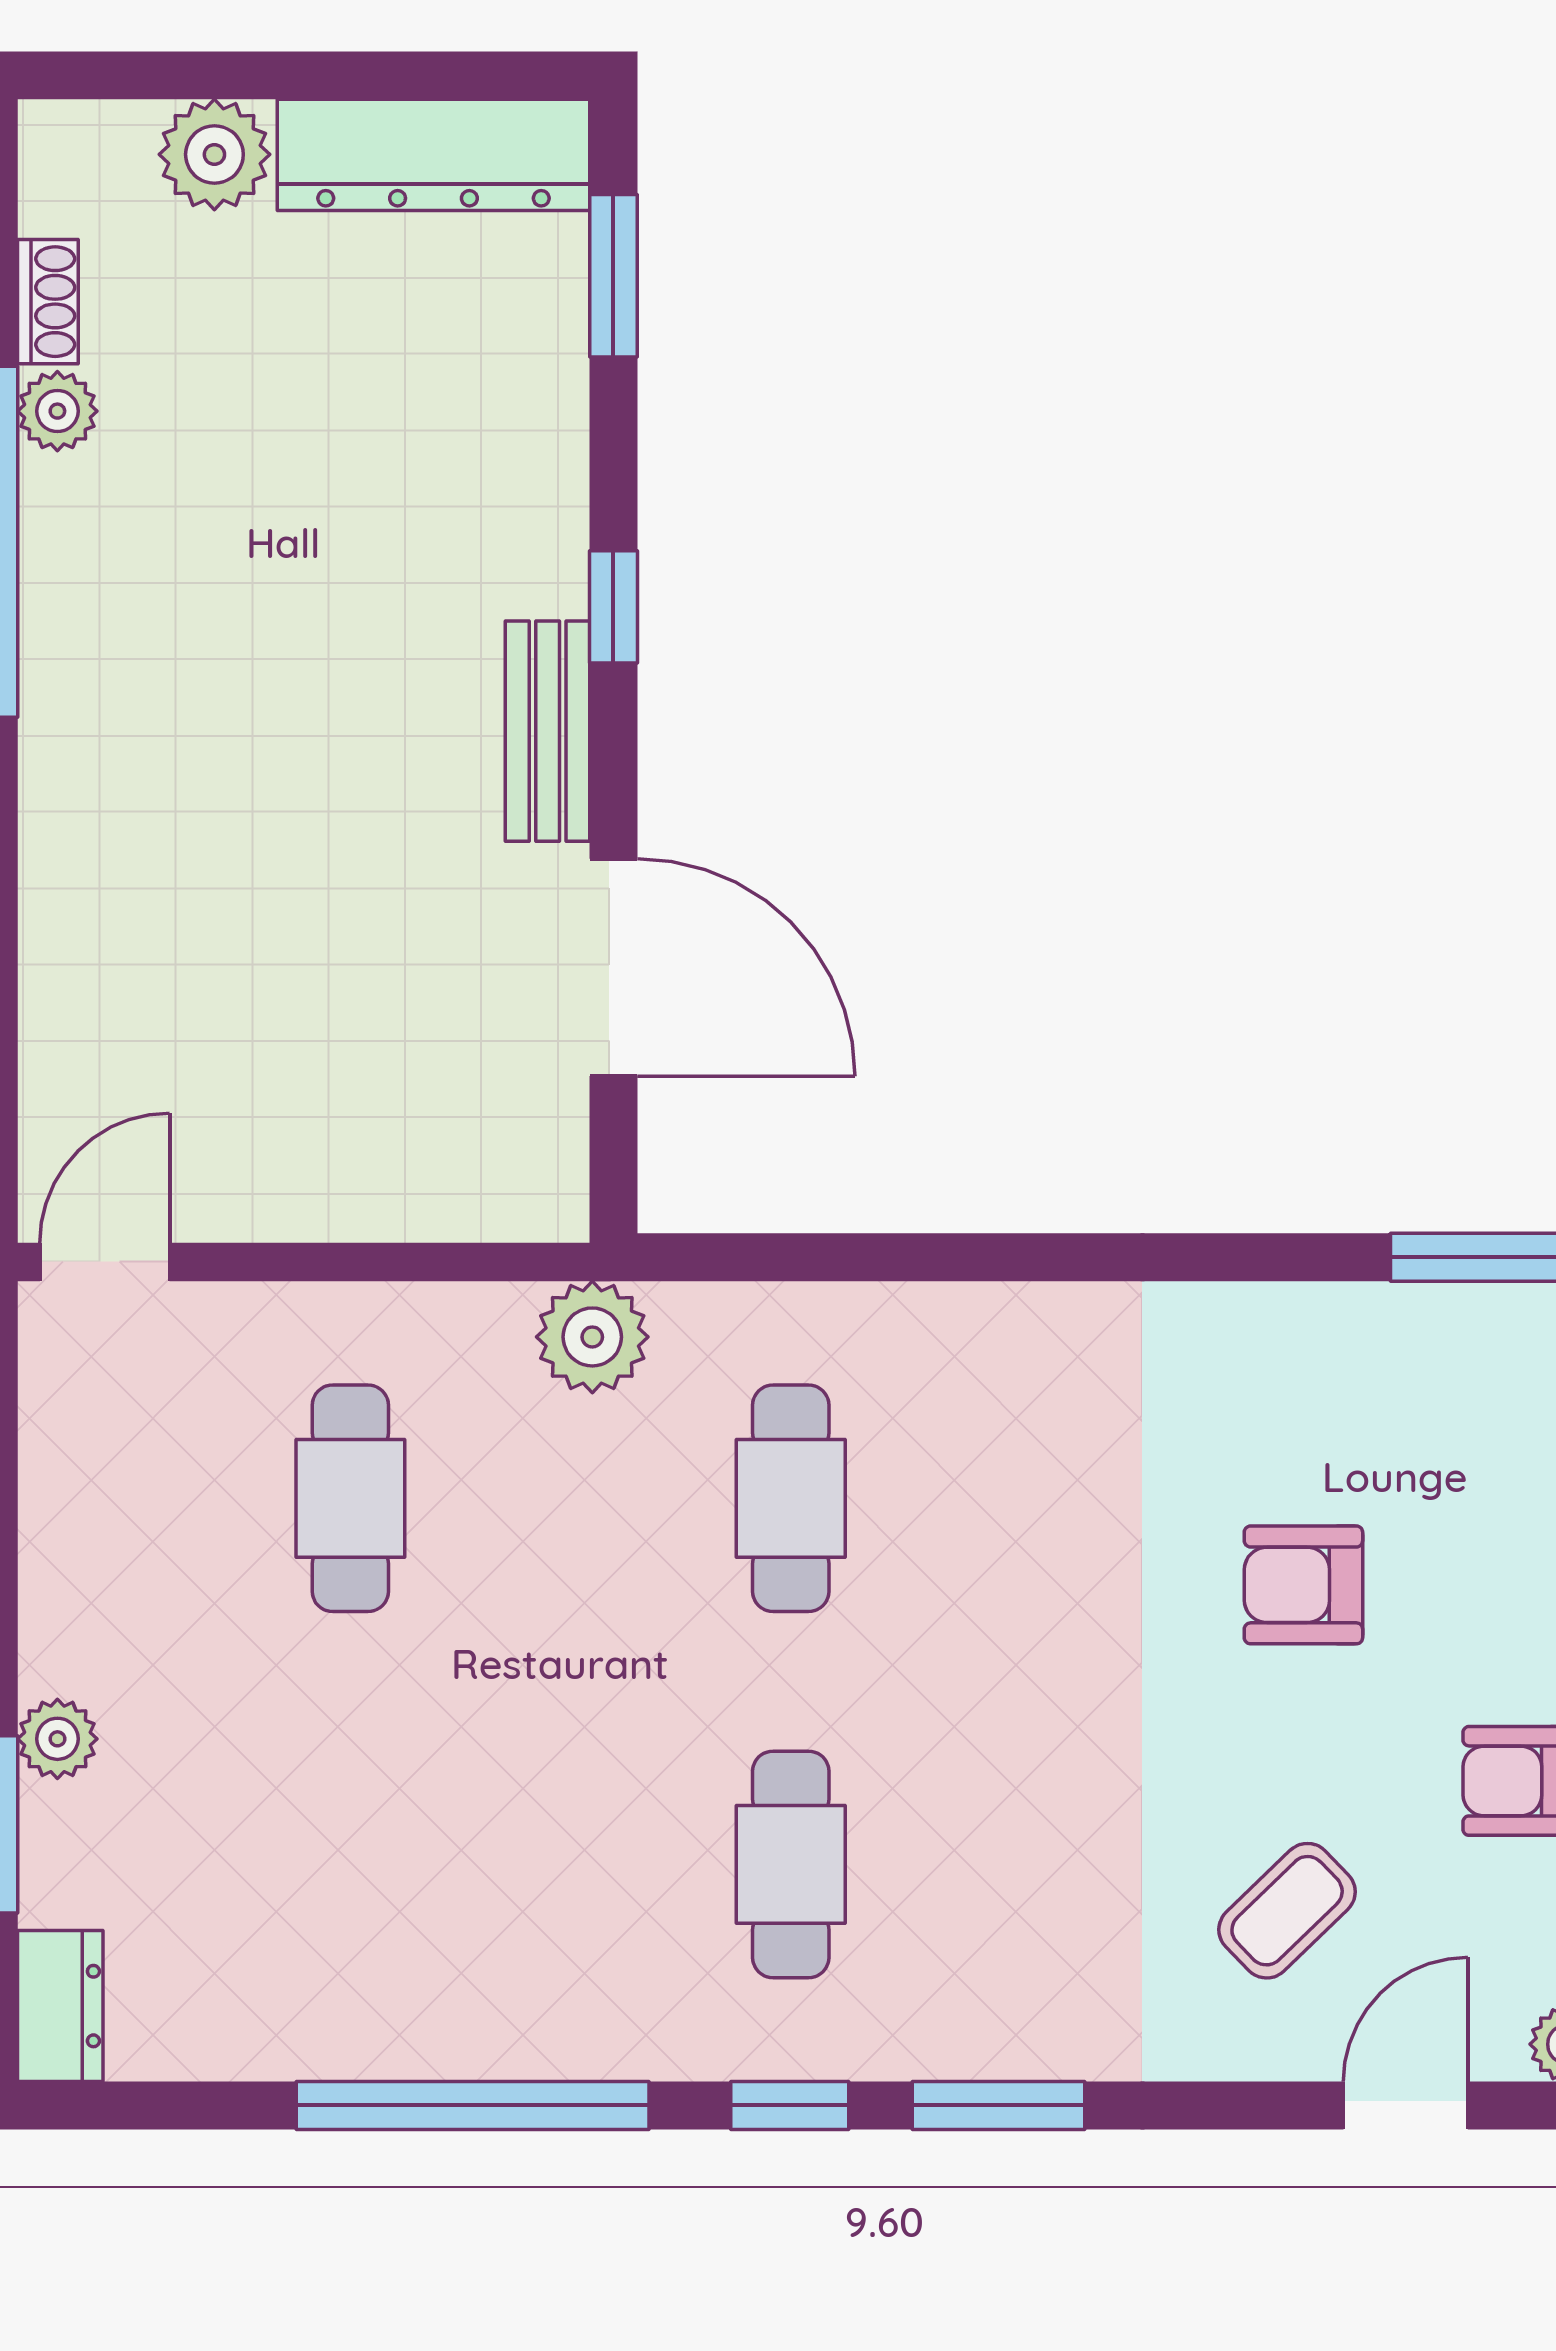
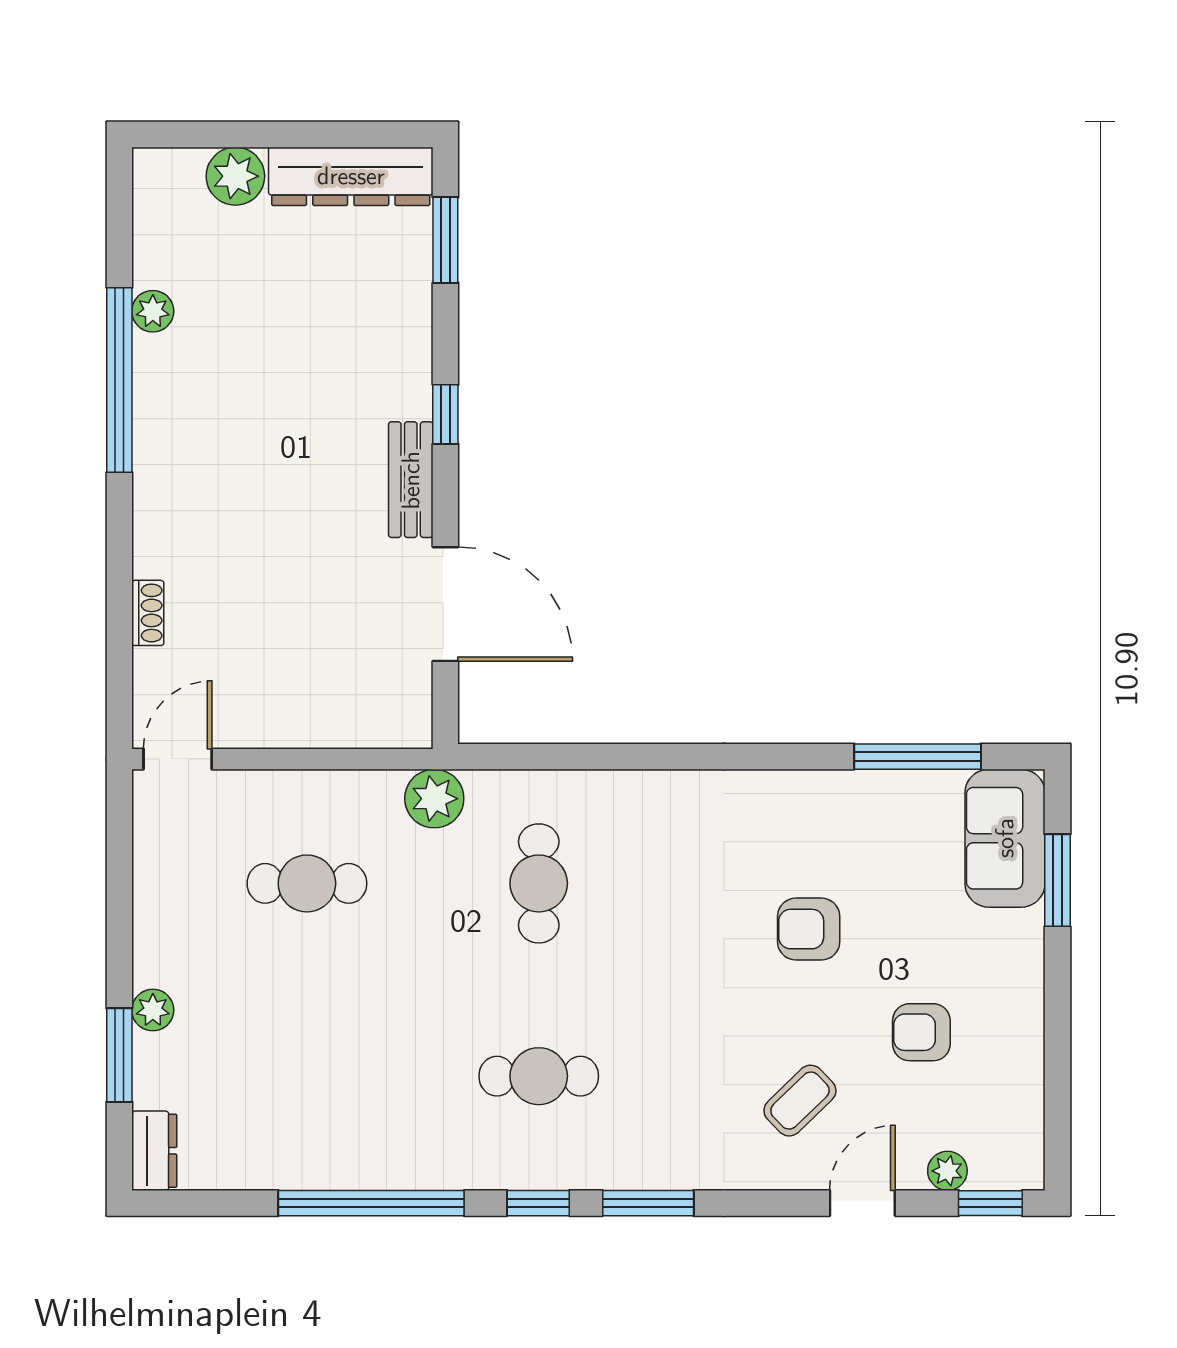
shoe rack: (48, 302) -> (148, 613), moved
cafe table: (350, 1498) -> (307, 883), turned 90
cafe table: (791, 1864) -> (539, 1076), turned 90

